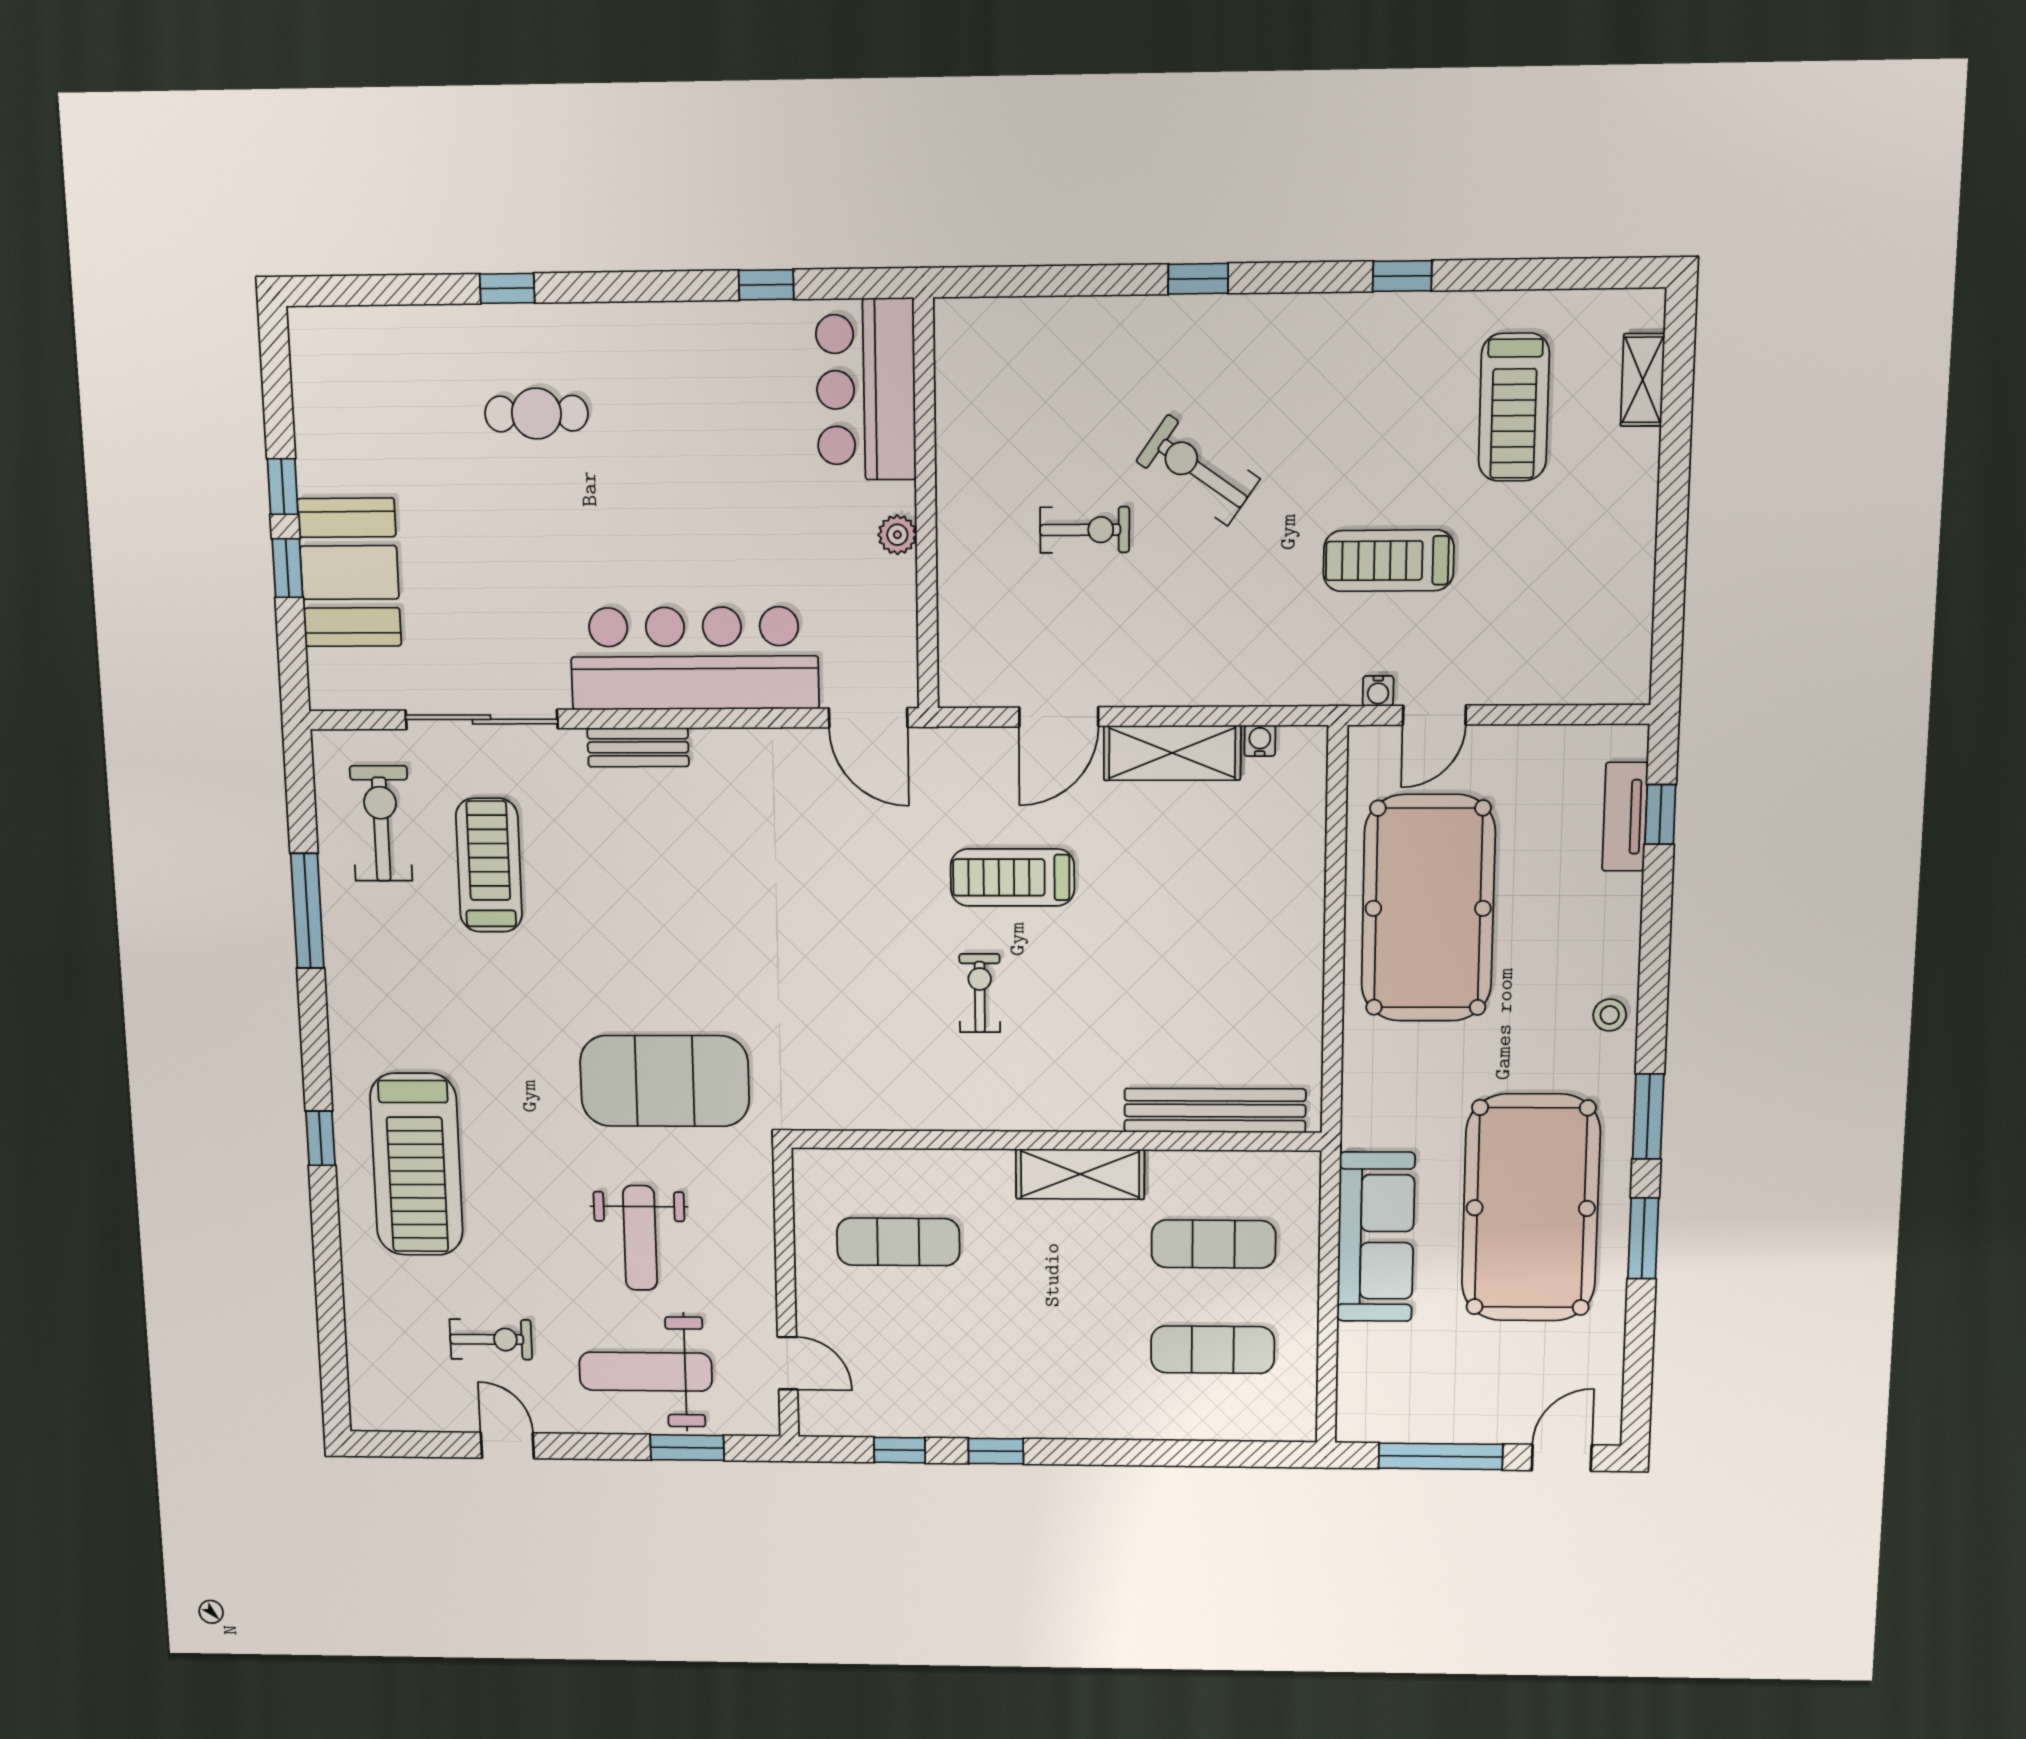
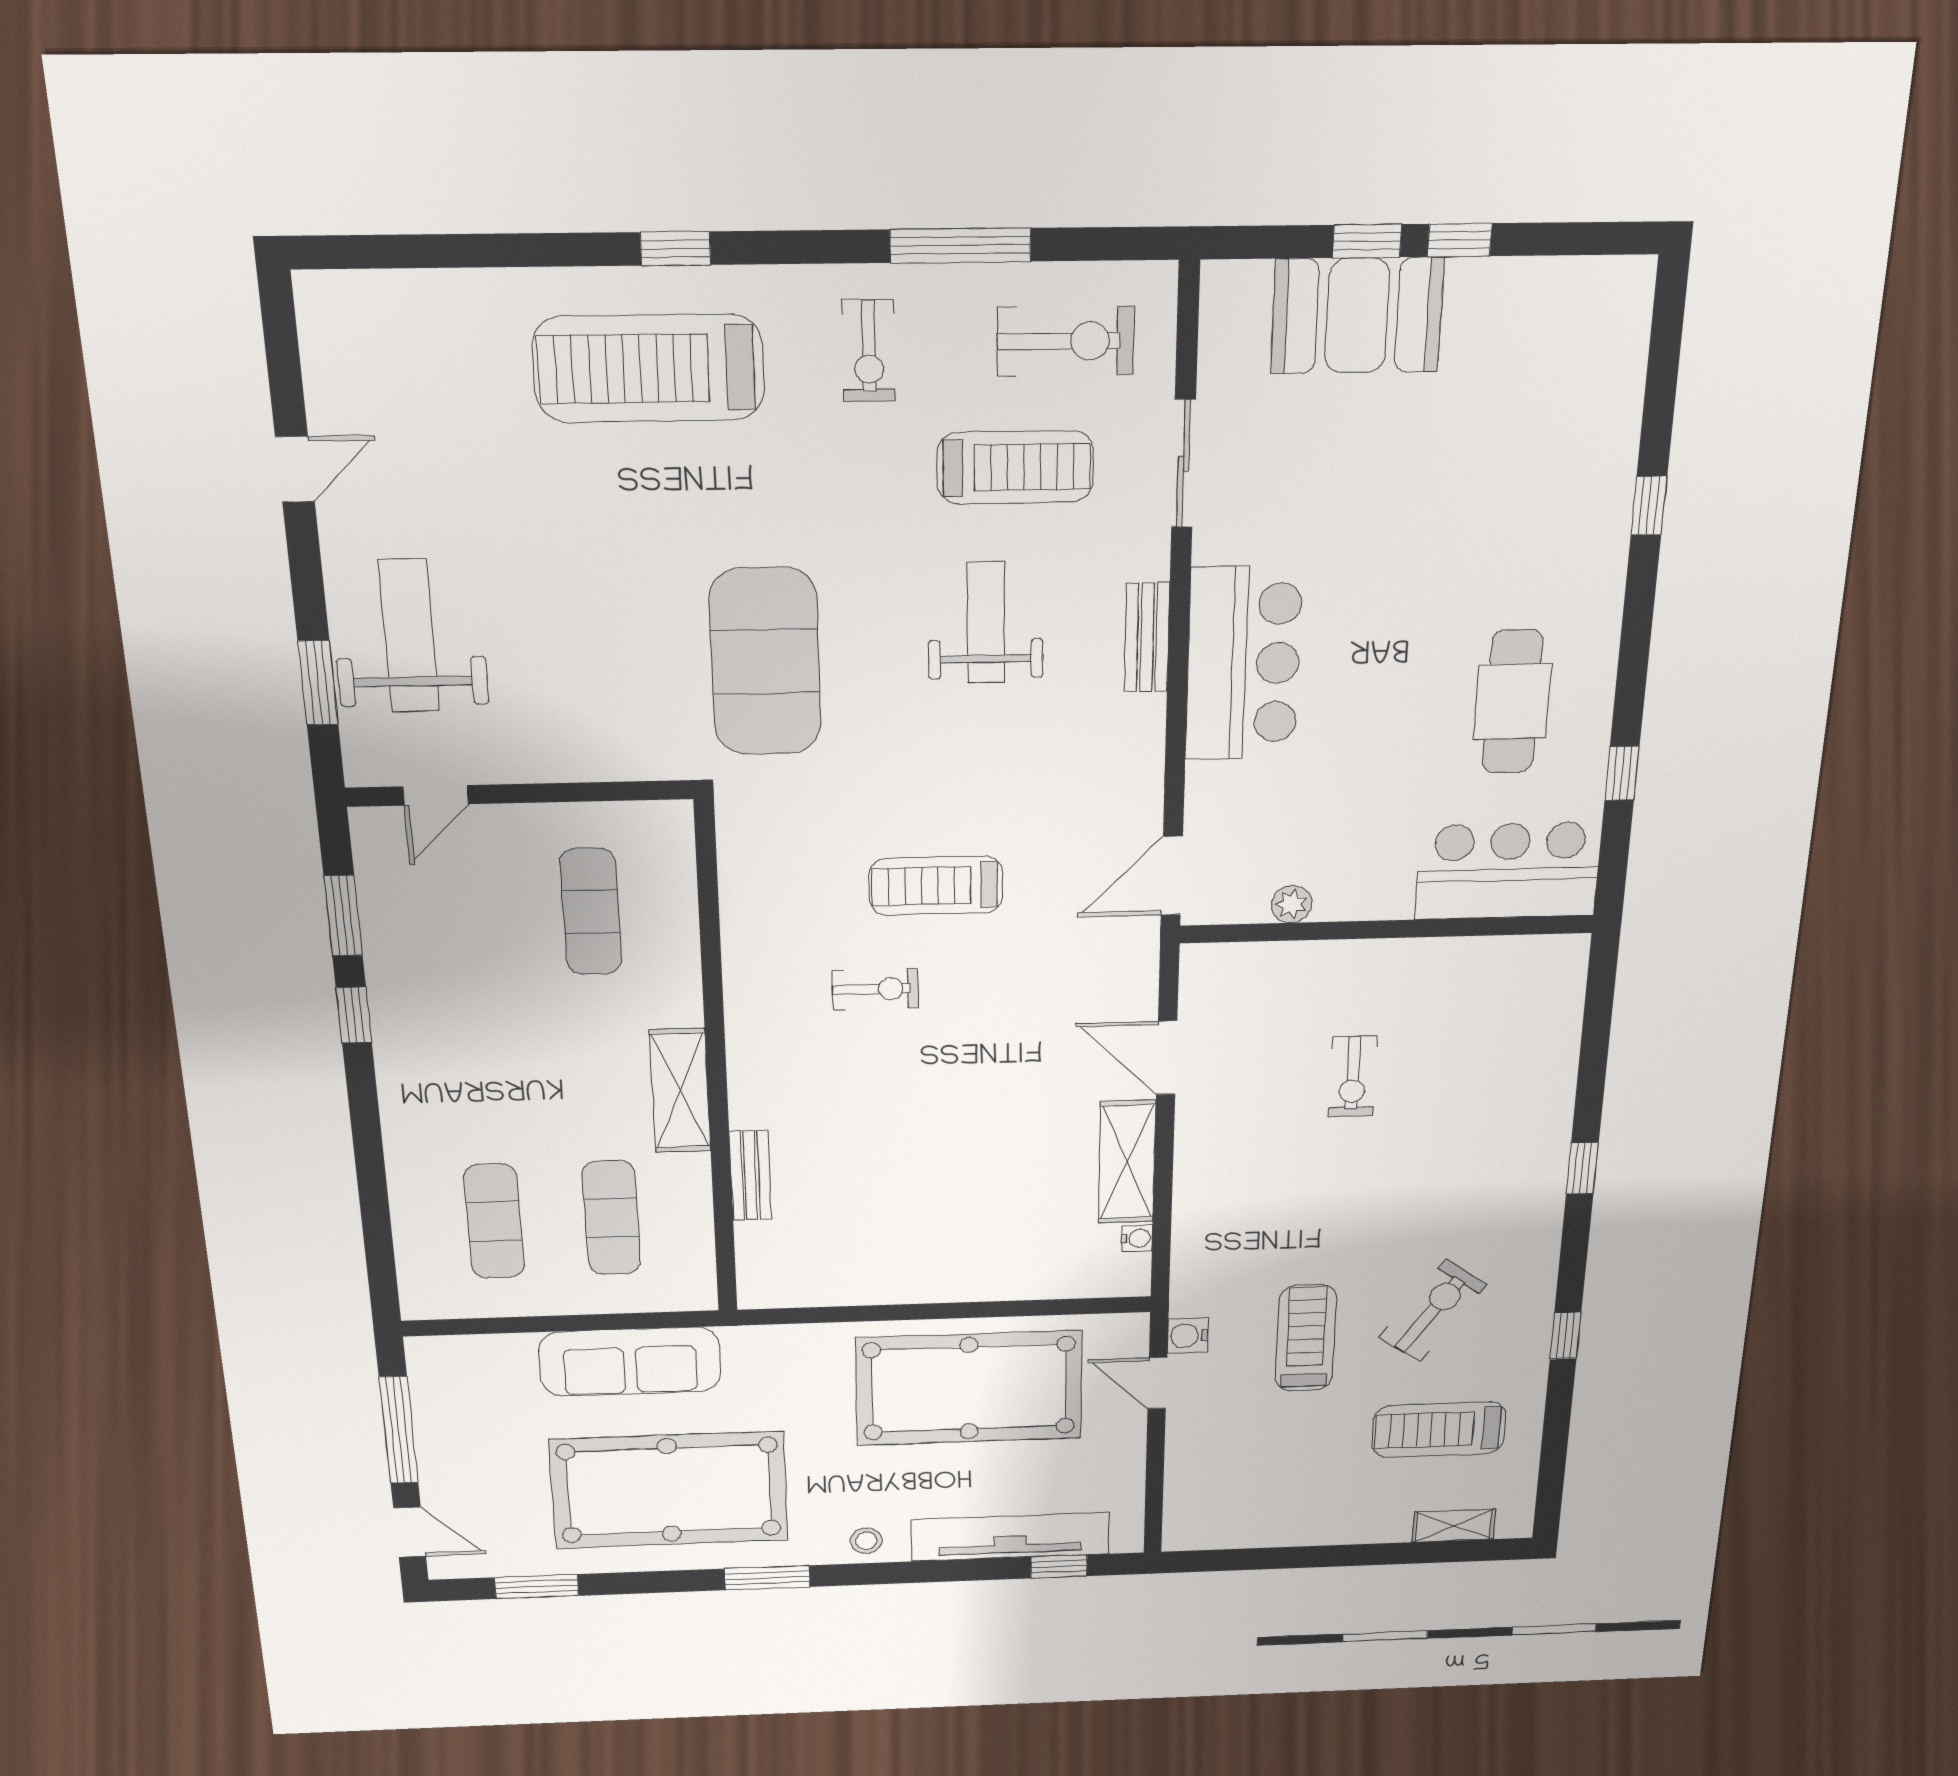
cafe table: (536, 414) -> (1512, 702), moved, width x1.37, depth x1.35
exercise bike: (1198, 470) -> (1433, 1311), moved
plant: (897, 535) -> (1292, 904), moved
bar counter: (694, 658) -> (1243, 664), width x0.73
water cooler: (1378, 691) -> (1188, 1336), width x1.38, depth x1.38
sliding door: (481, 719) -> (1184, 464), width x0.73
tv unit: (1625, 817) -> (1010, 1537), width x1.92, depth x1.29
treadmill: (1012, 877) -> (936, 886), moved, turned -90
bench: (1215, 1111) -> (750, 1176), width x0.54, depth x0.82
weight bench: (640, 1238) -> (986, 623), moved, turned 90
window: (1643, 1238) -> (537, 1587), moved
exercise bike: (491, 1339) -> (869, 351), moved
window: (899, 1450) -> (343, 916), width x1.50

